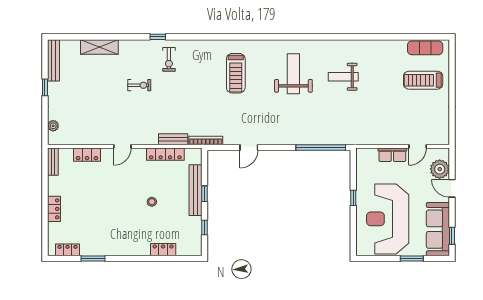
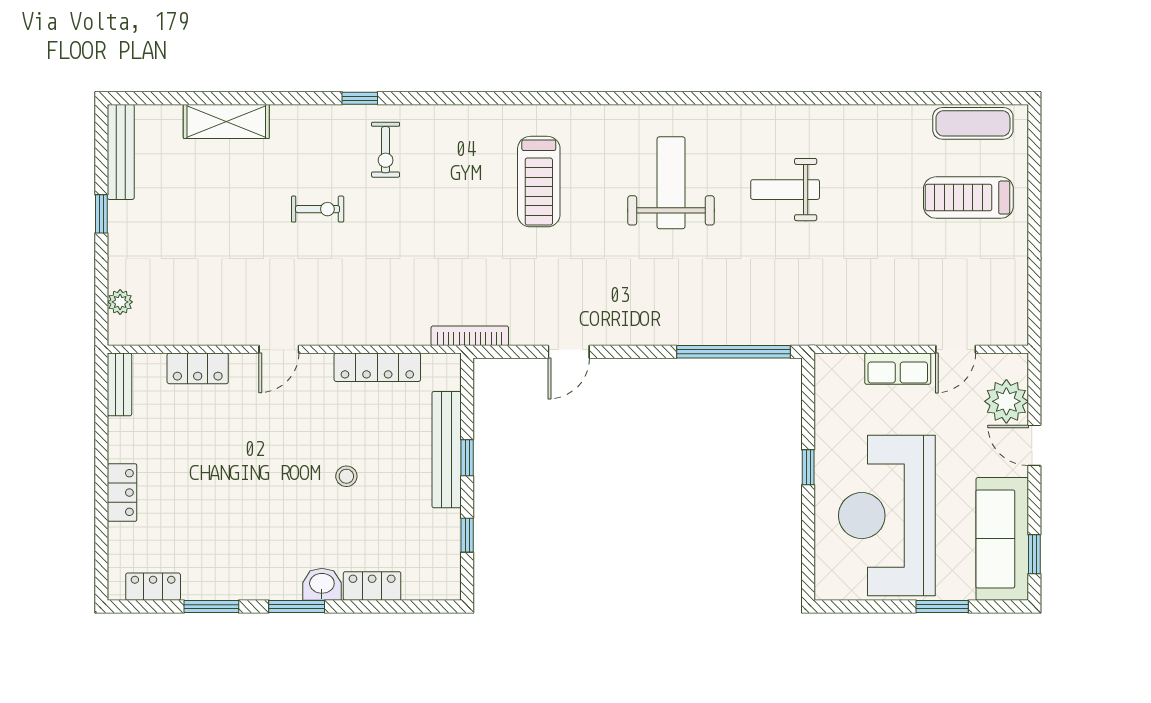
bench: (173, 139) -> (395, 333), removed
washbasin: (141, 249) -> (322, 584), added
window: (130, 259) -> (297, 607), added

